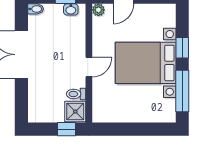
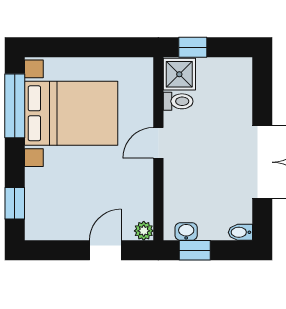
window: (182, 48) -> (15, 203), moved
bed with nightstands: (146, 63) -> (71, 113), moved

